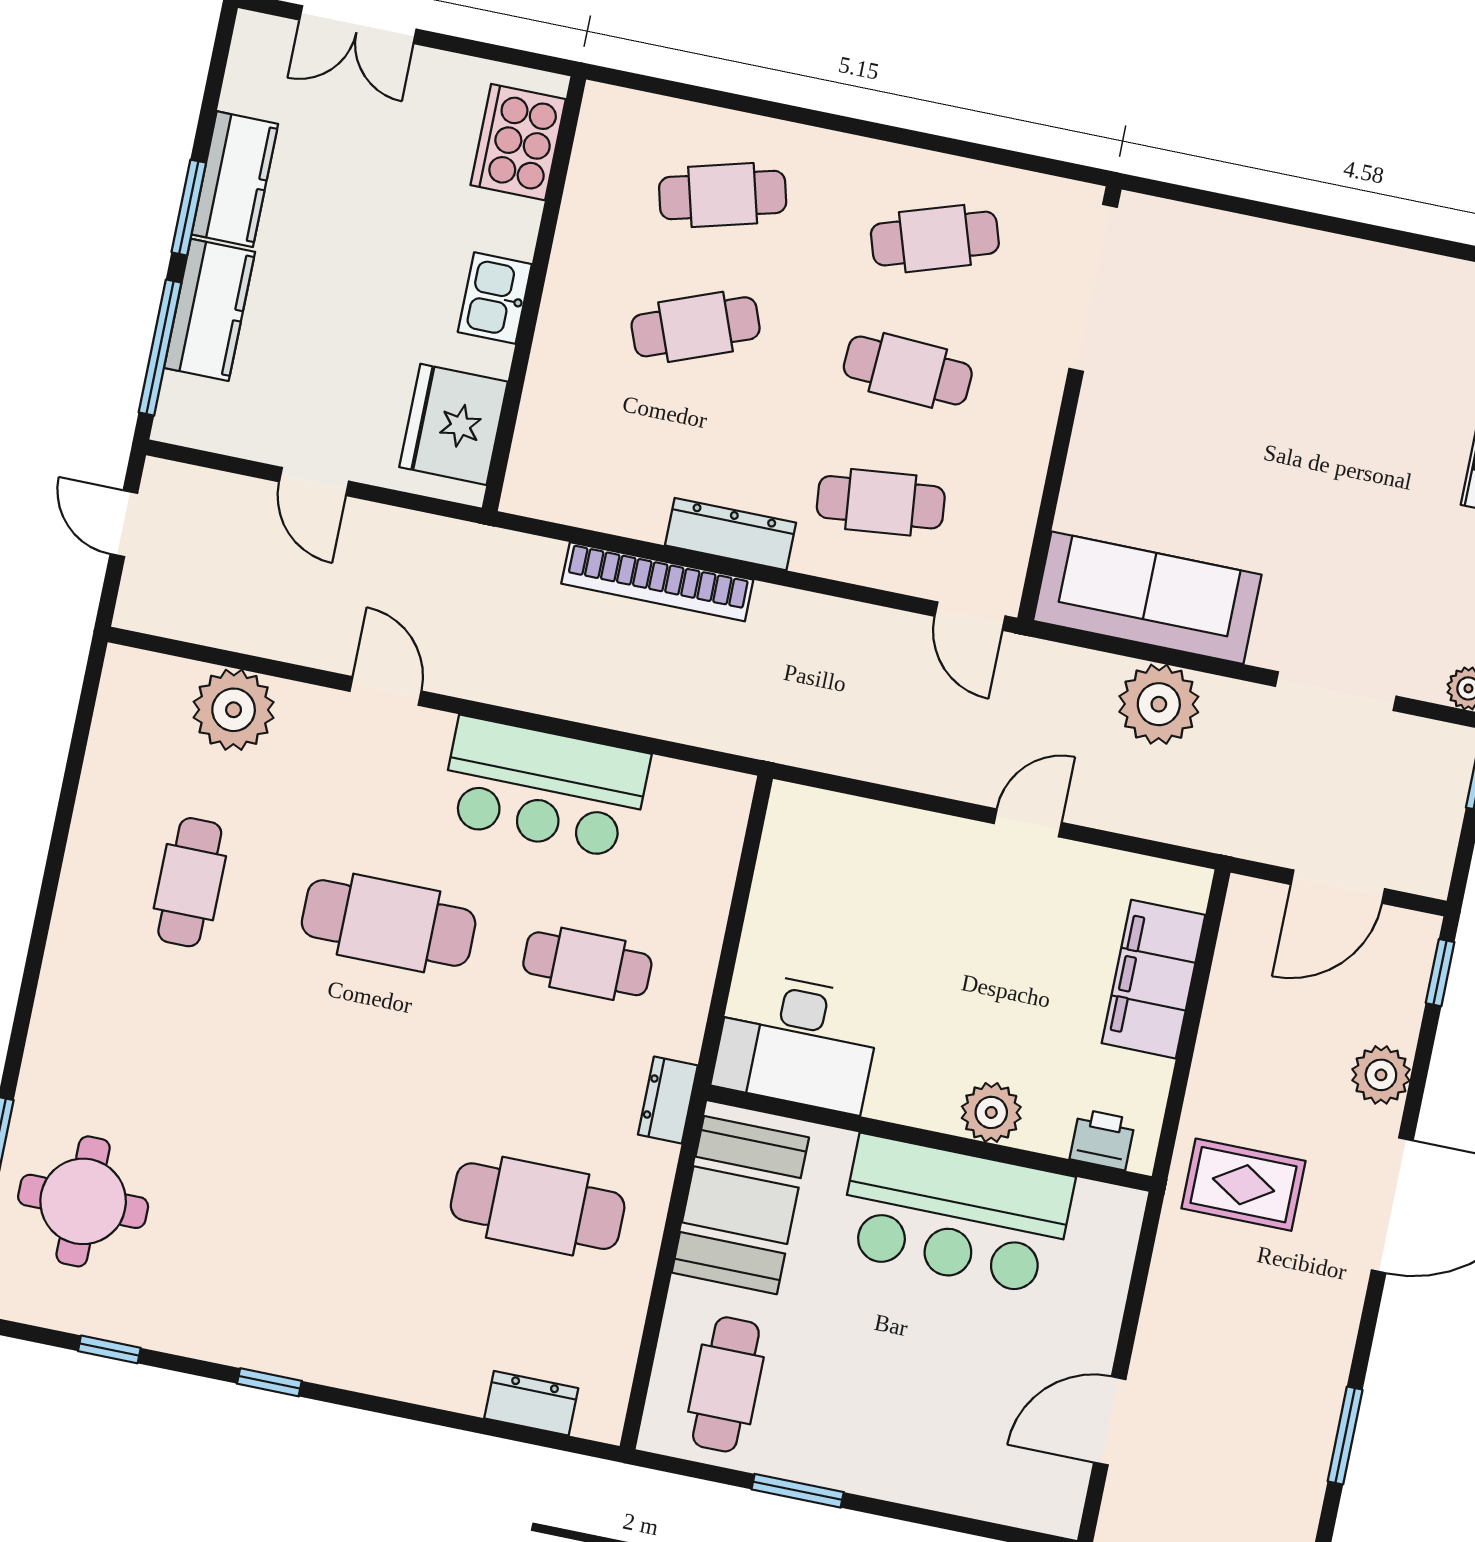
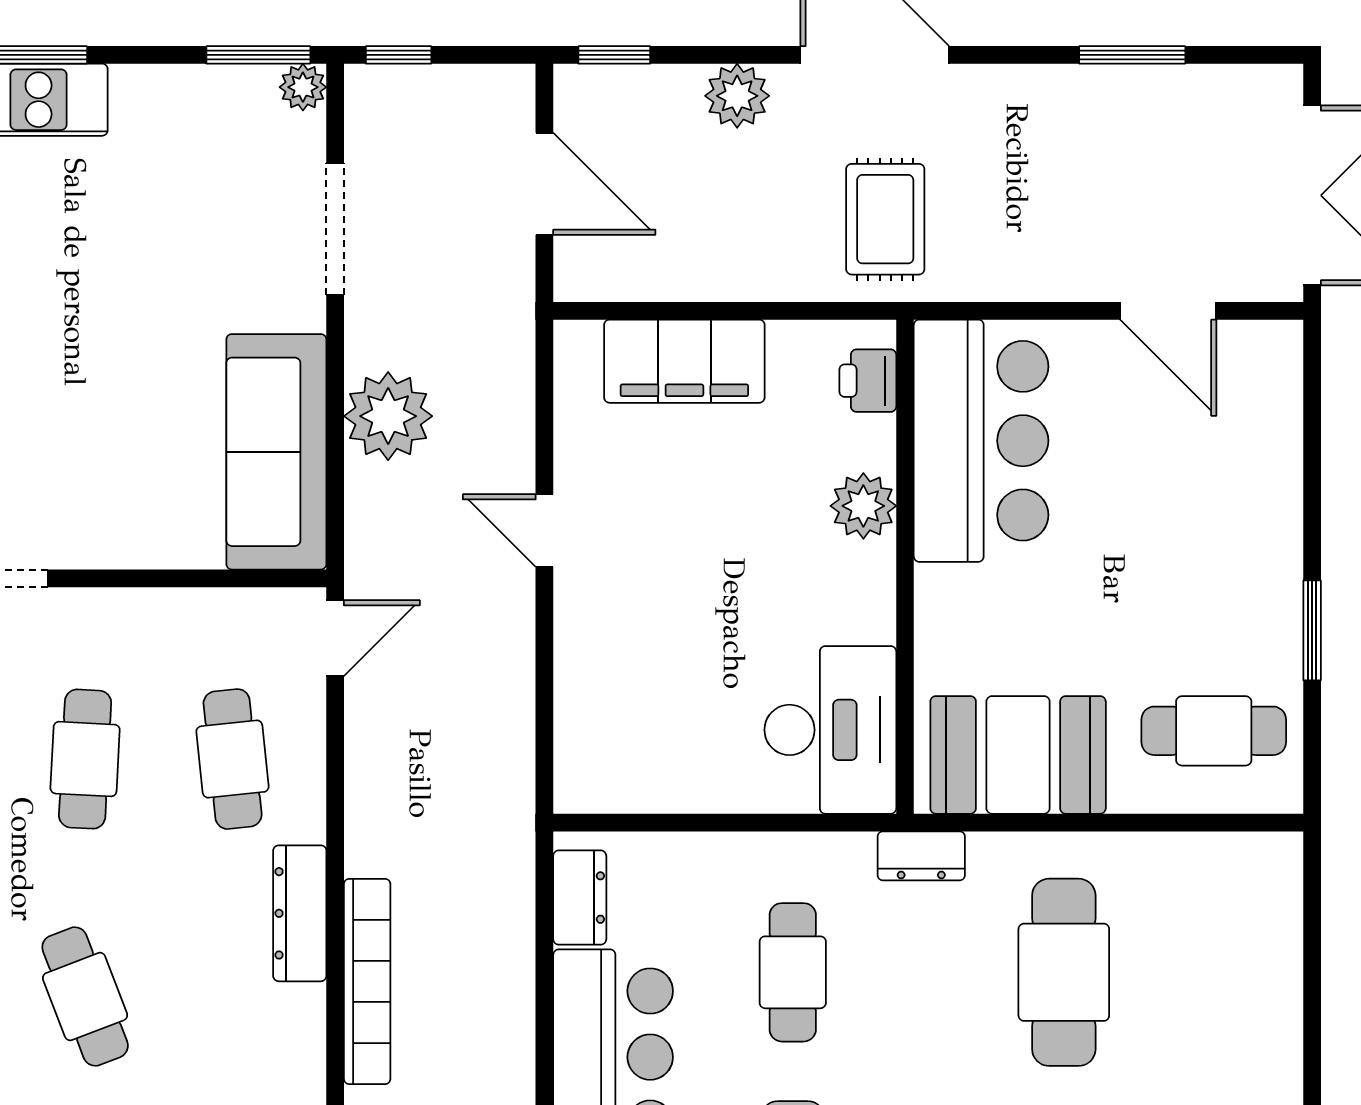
bar counter: (956, 1215) -> (981, 441), moved
dresser: (531, 1403) -> (580, 898), moved, turned 180

